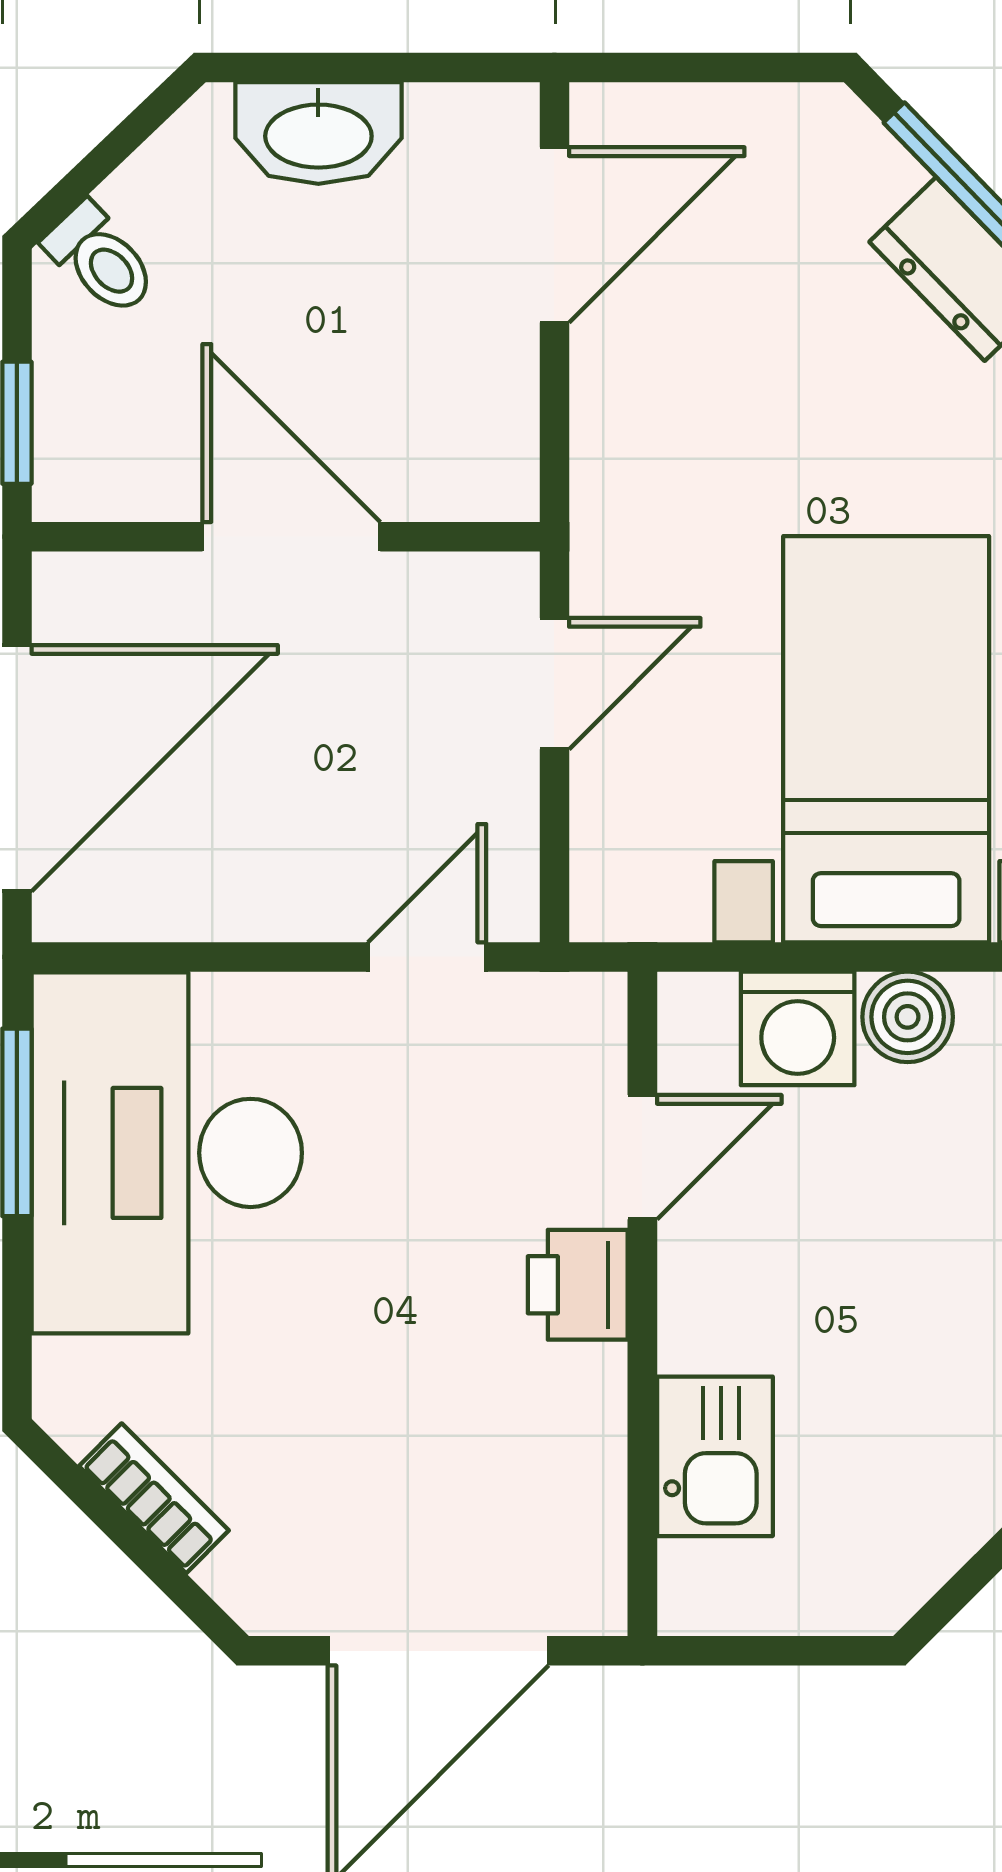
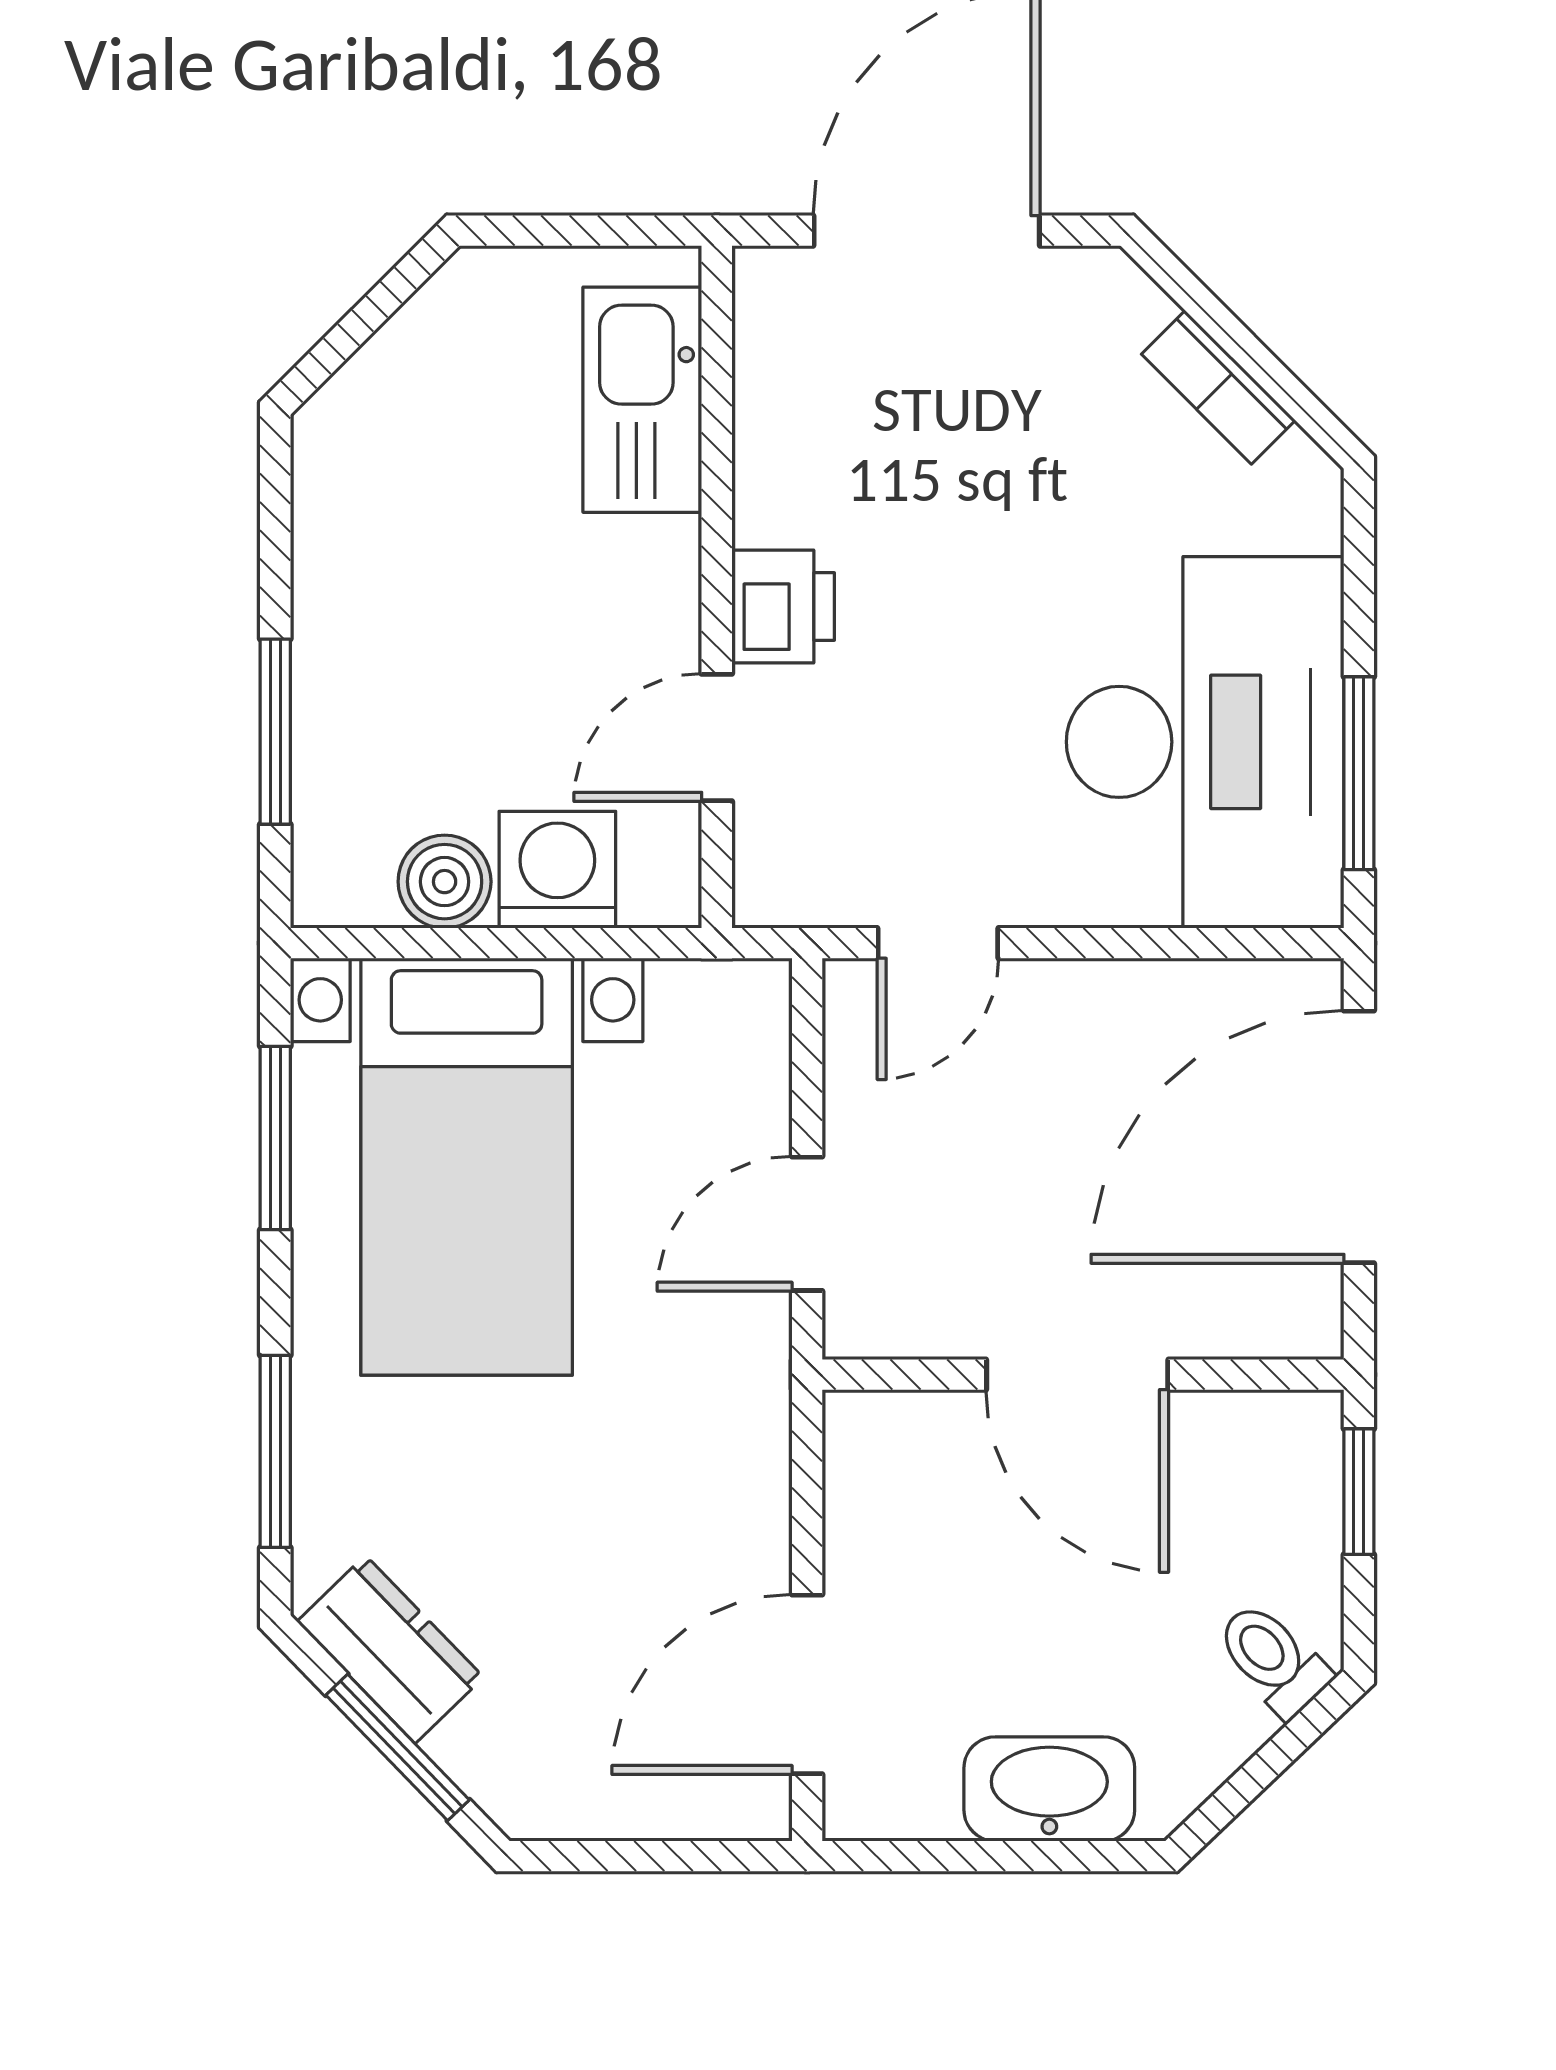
kitchen sink: (715, 1456) -> (642, 400), width x1.38

